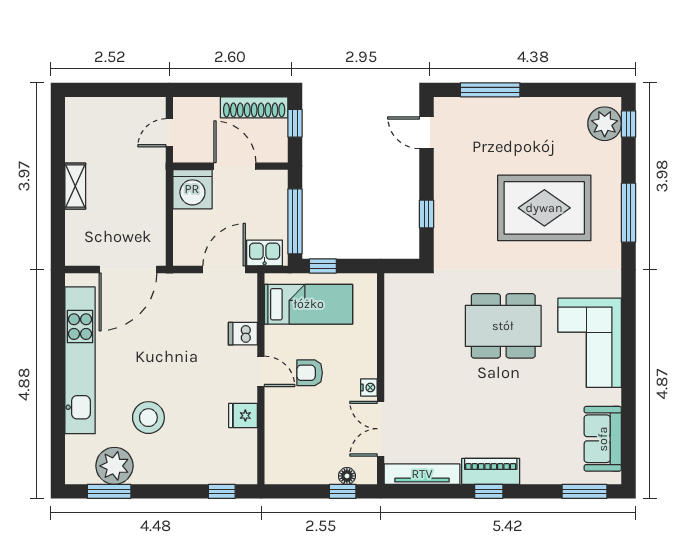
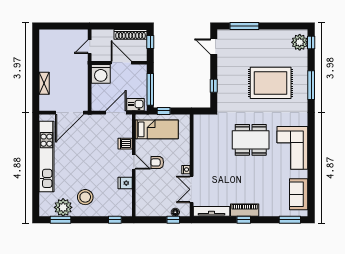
shelving: (75, 186) -> (44, 83), moved
stool: (148, 418) -> (85, 197), moved

